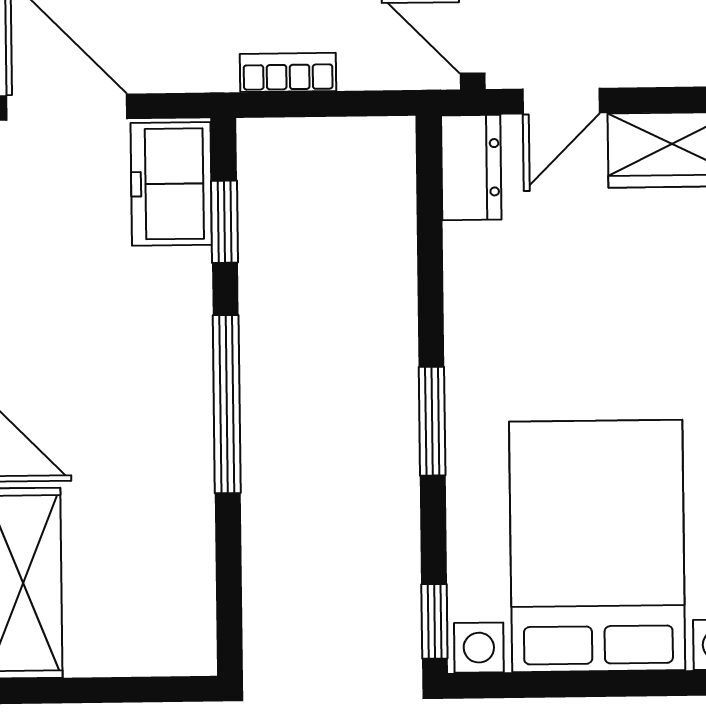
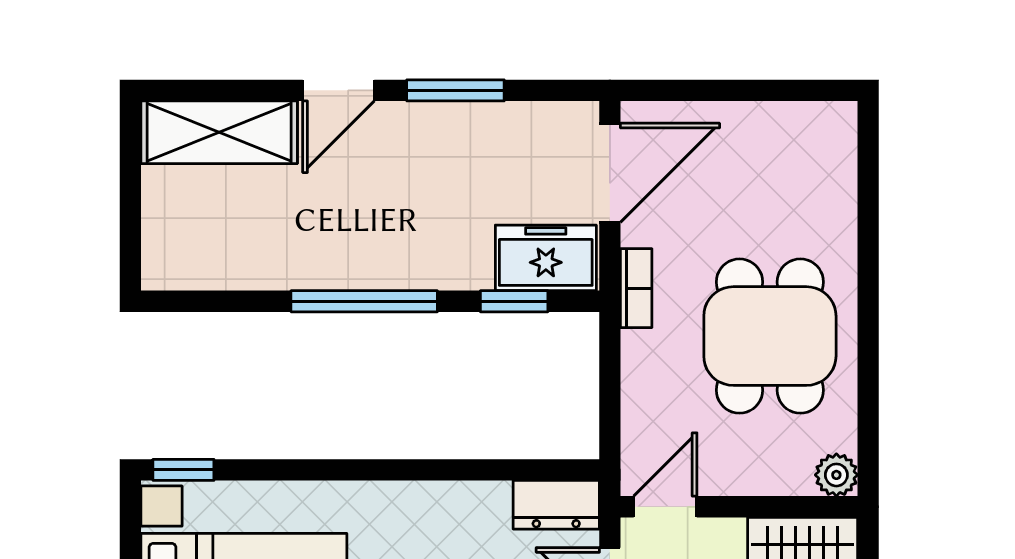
bookcase: (288, 72) -> (636, 288), moved
window: (432, 421) -> (348, 470), removed

